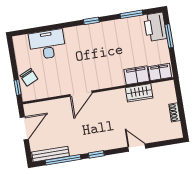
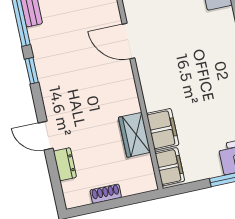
dresser: (155, 137) -> (65, 164), added
door: (137, 148) -> (46, 136), swing flipped

